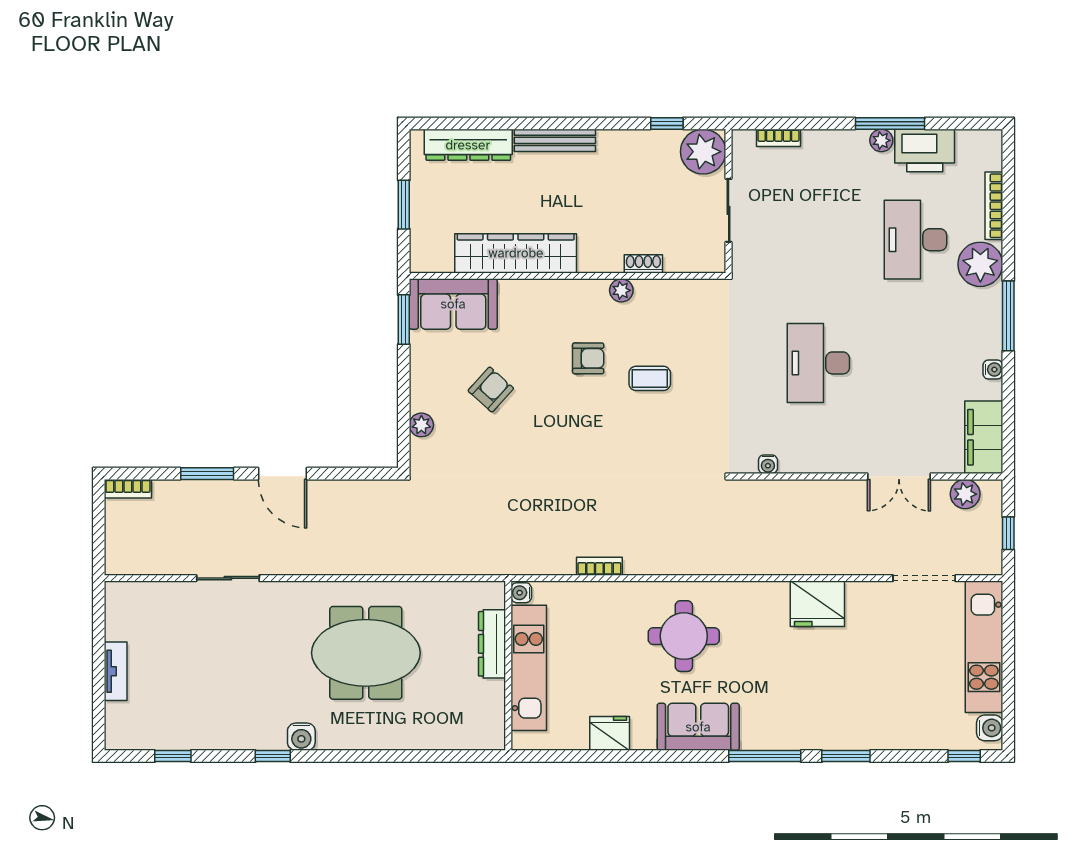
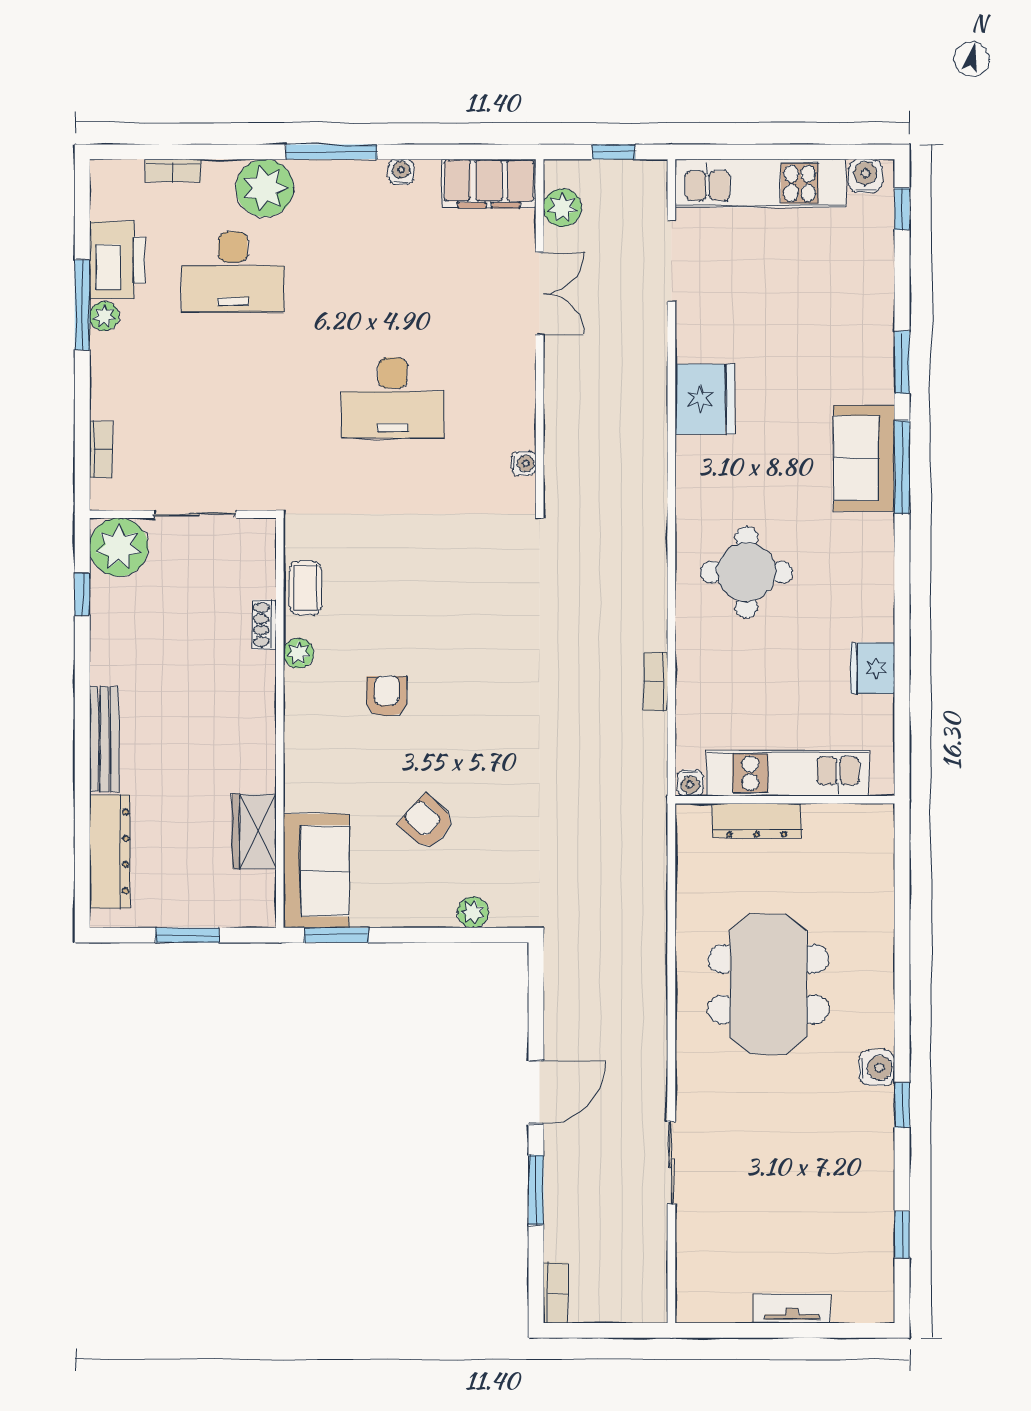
bookcase: (994, 206) -> (173, 170), width x0.64
wardrobe: (516, 253) -> (254, 831), width x0.48, depth x0.85
coffee table: (650, 378) -> (306, 588), moved
sofa: (698, 727) -> (864, 458), moved

